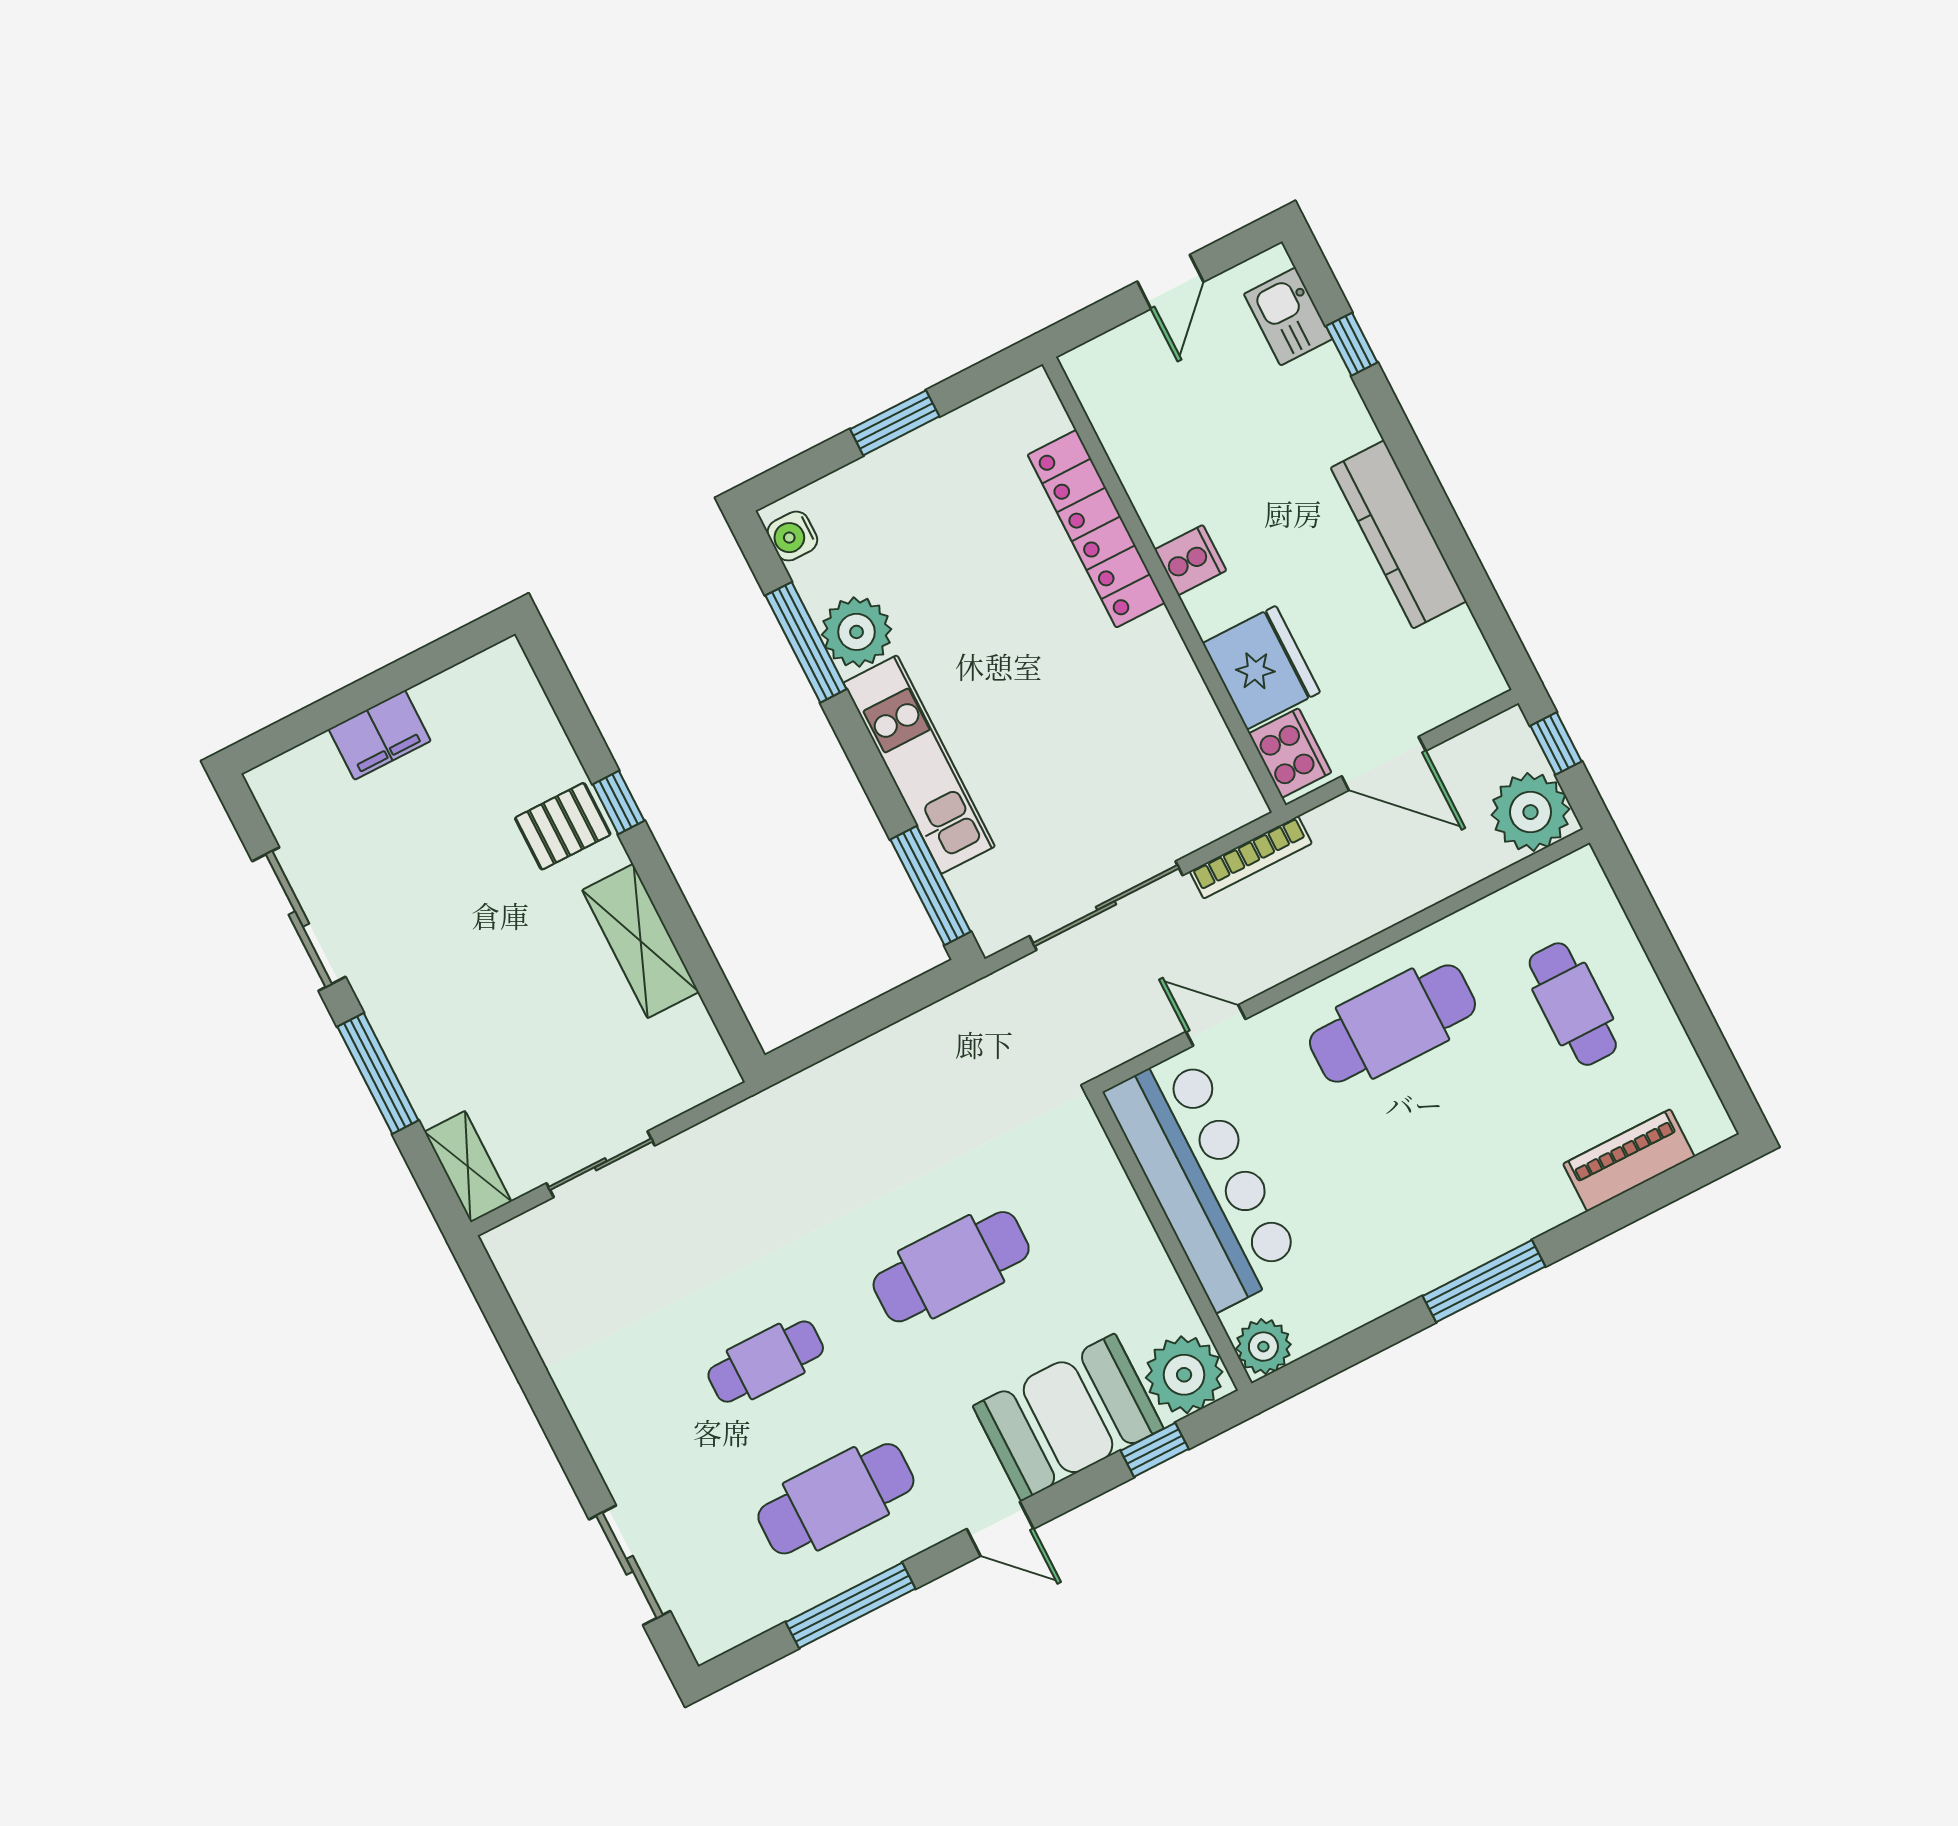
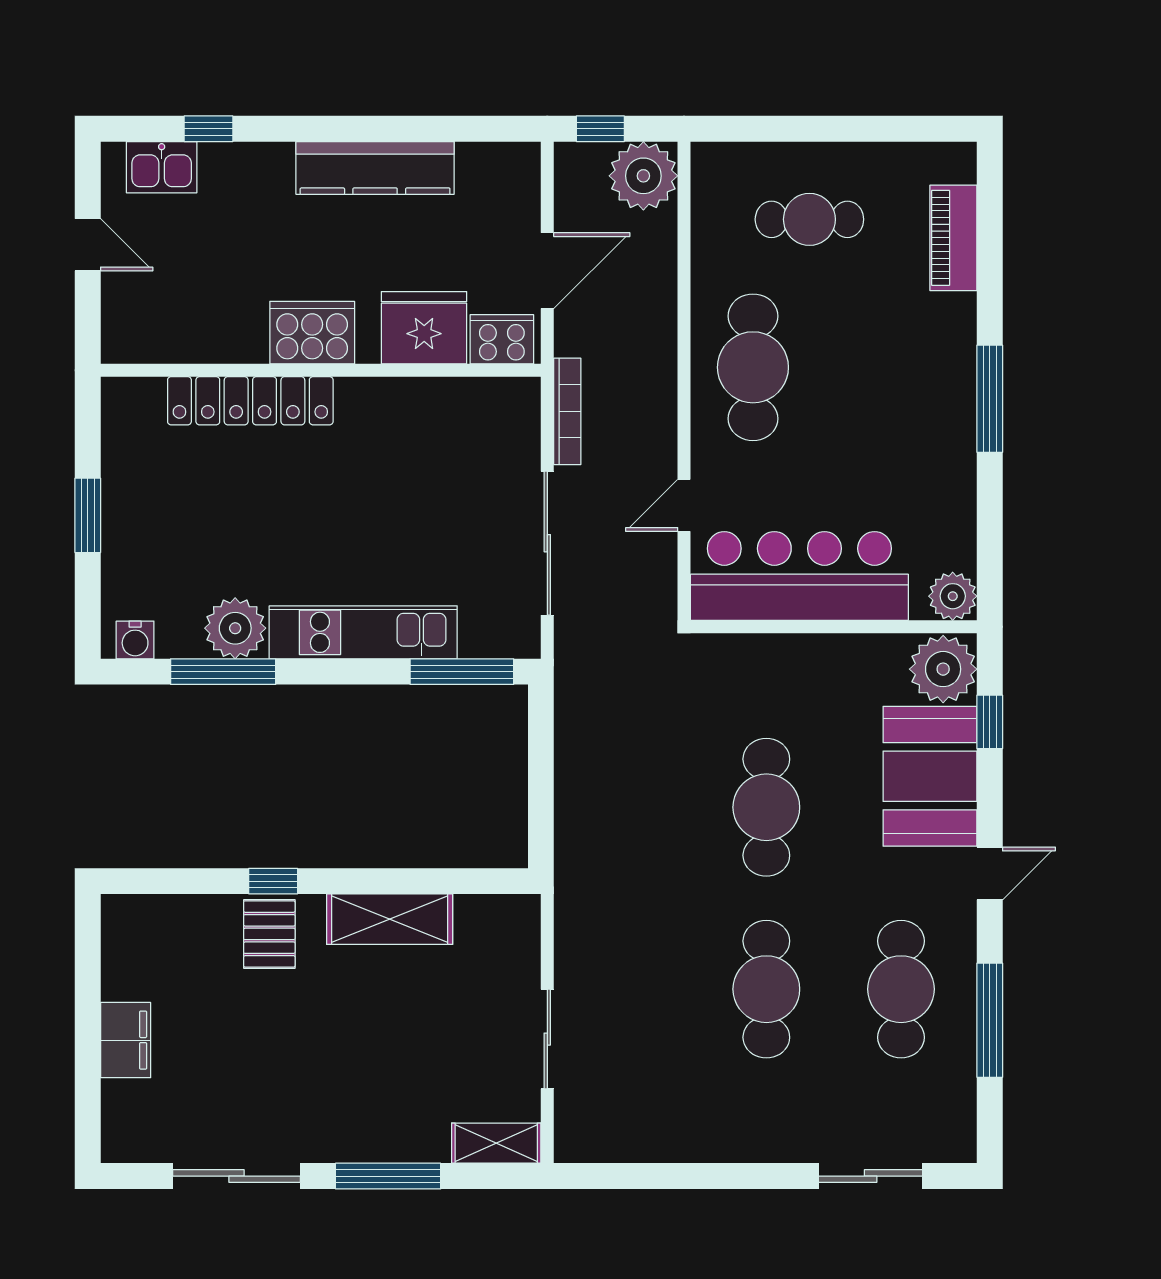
cooker: (1190, 560) -> (312, 333), width x1.87, depth x1.31
cafe table: (766, 1362) -> (766, 989), width x1.37, depth x1.35

